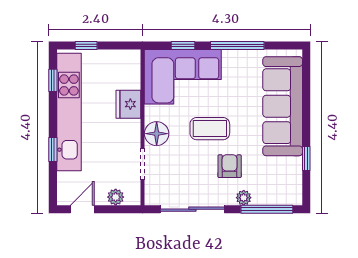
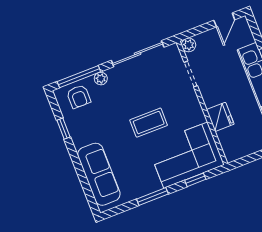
window: (237, 46) -> (152, 196), width x0.69
sofa: (283, 106) -> (99, 174), width x0.74, depth x0.79
floor lamp: (157, 134) -> (189, 102), removed
armchair: (230, 166) -> (79, 97), moved
plant: (116, 197) -> (189, 45), moved

